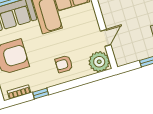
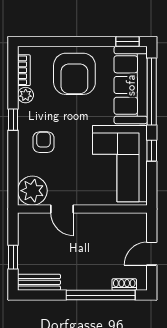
plant: (36, 86) -> (26, 95), added
window: (41, 94) -> (13, 120), moved

